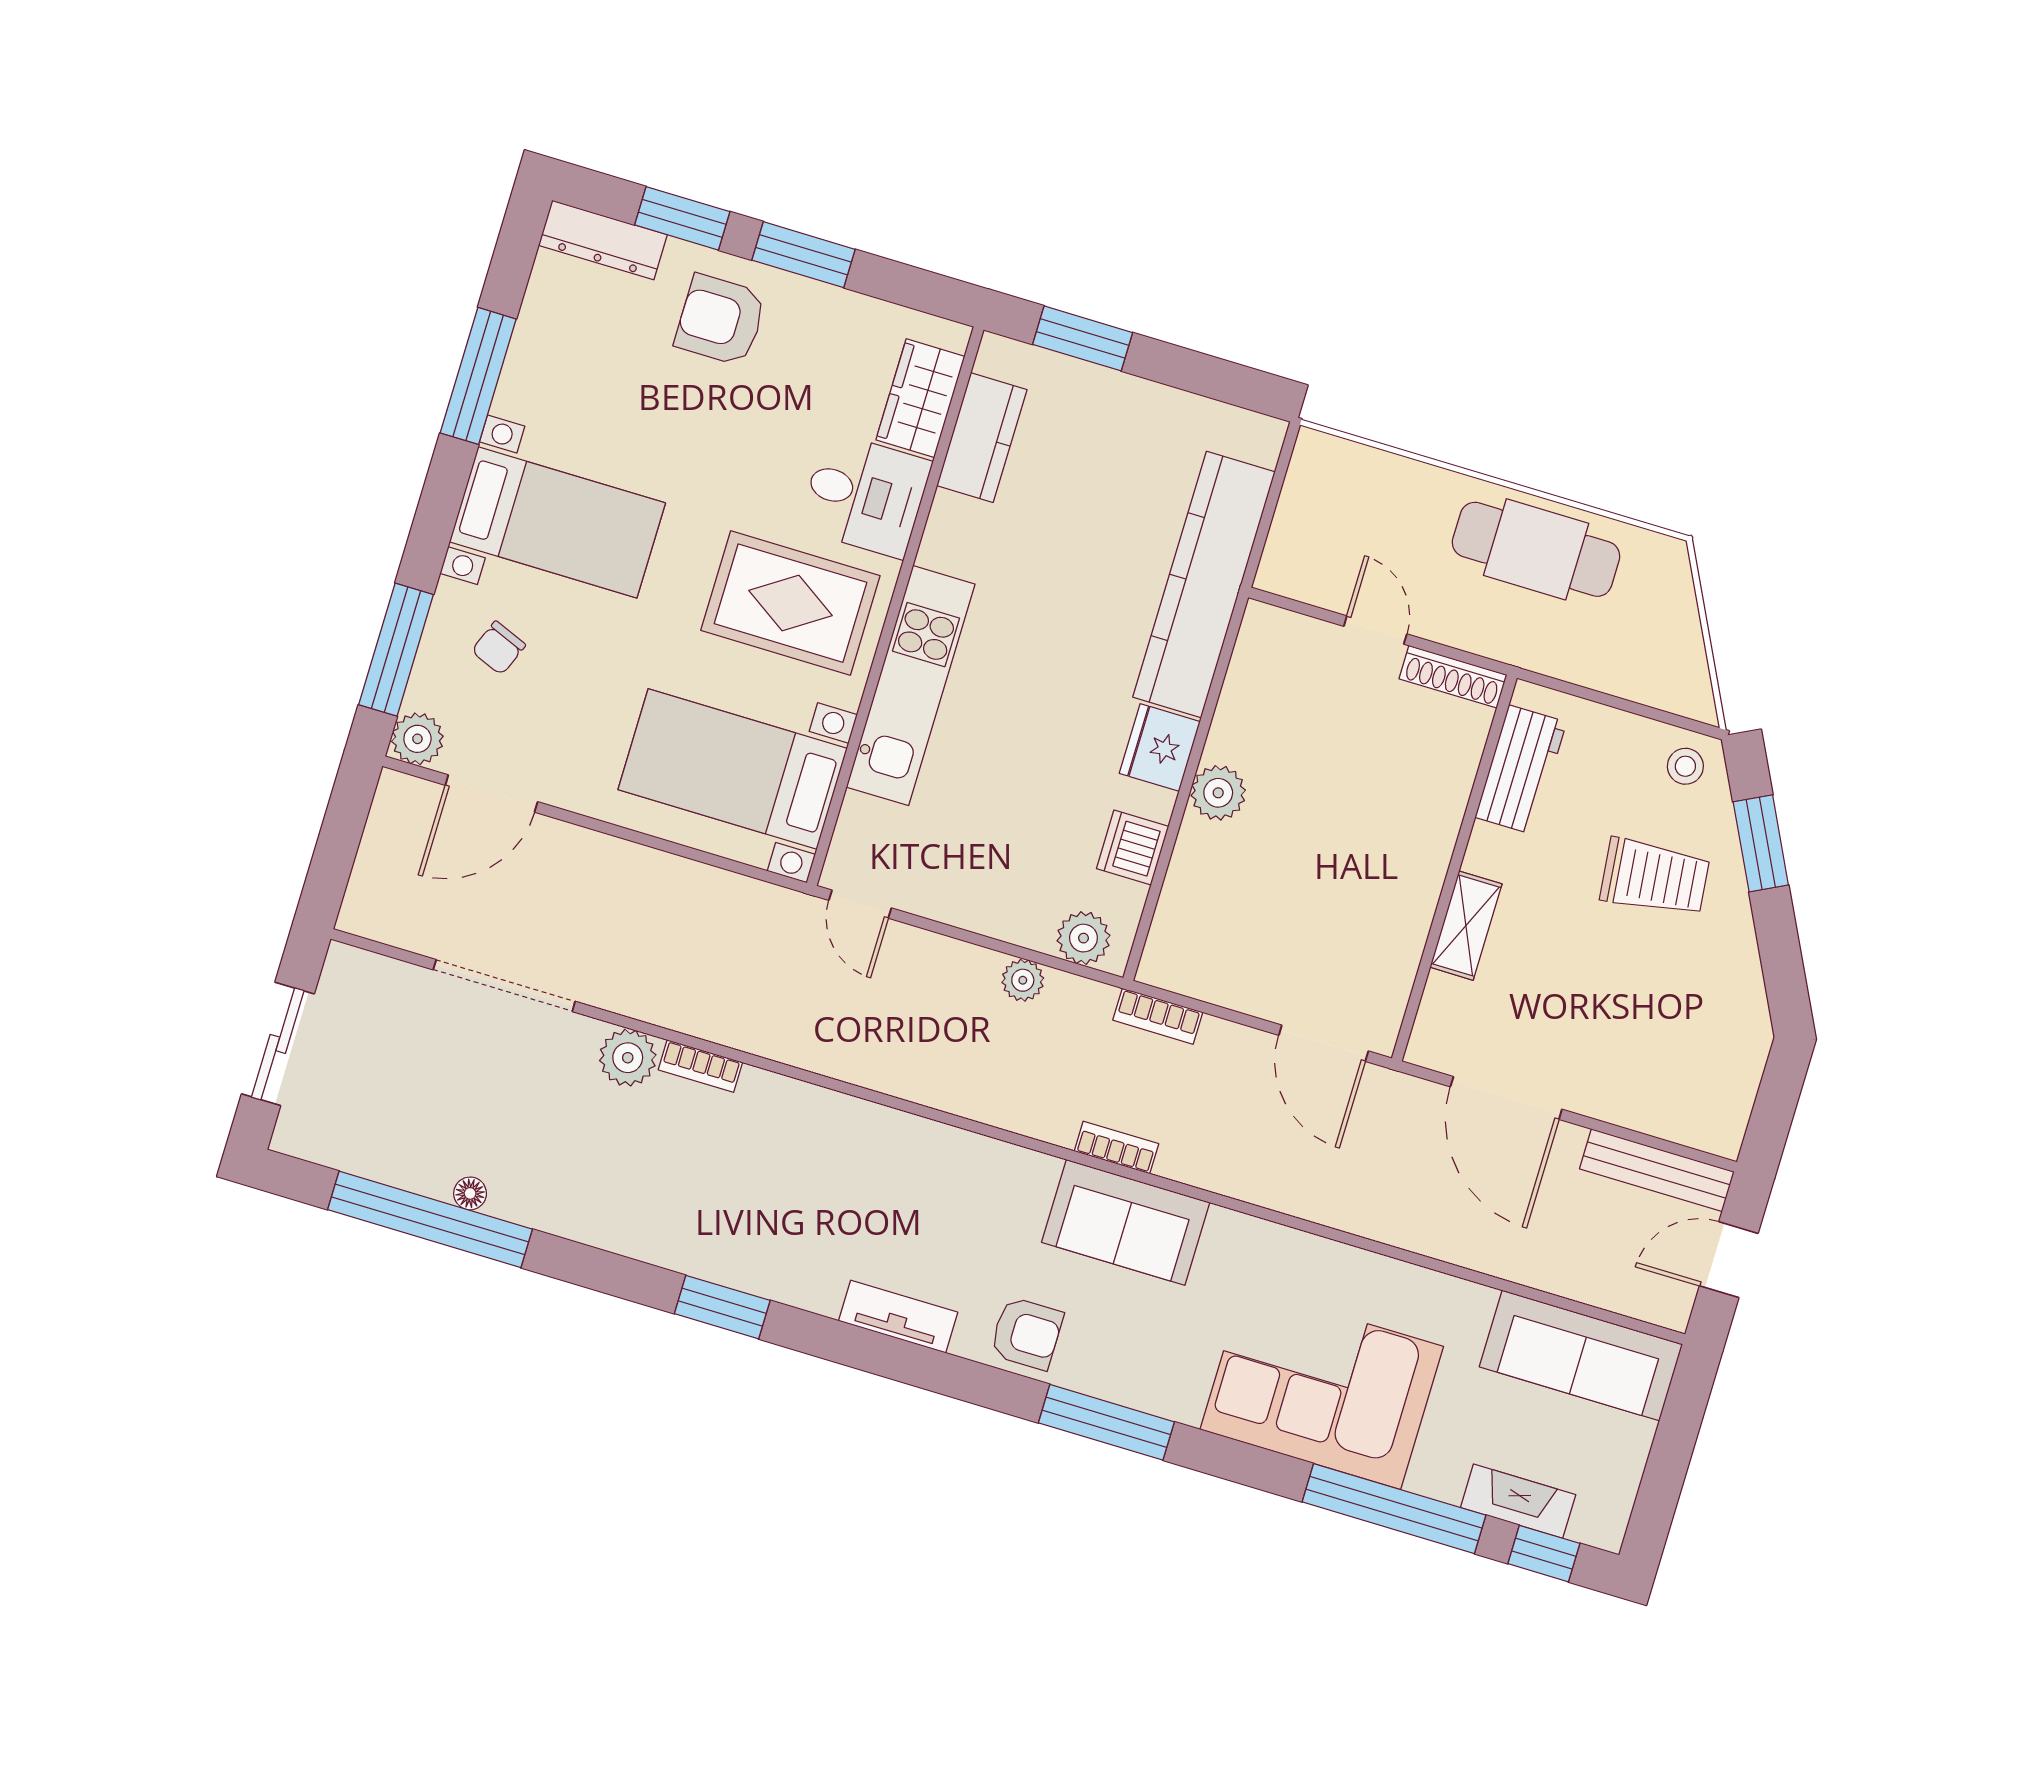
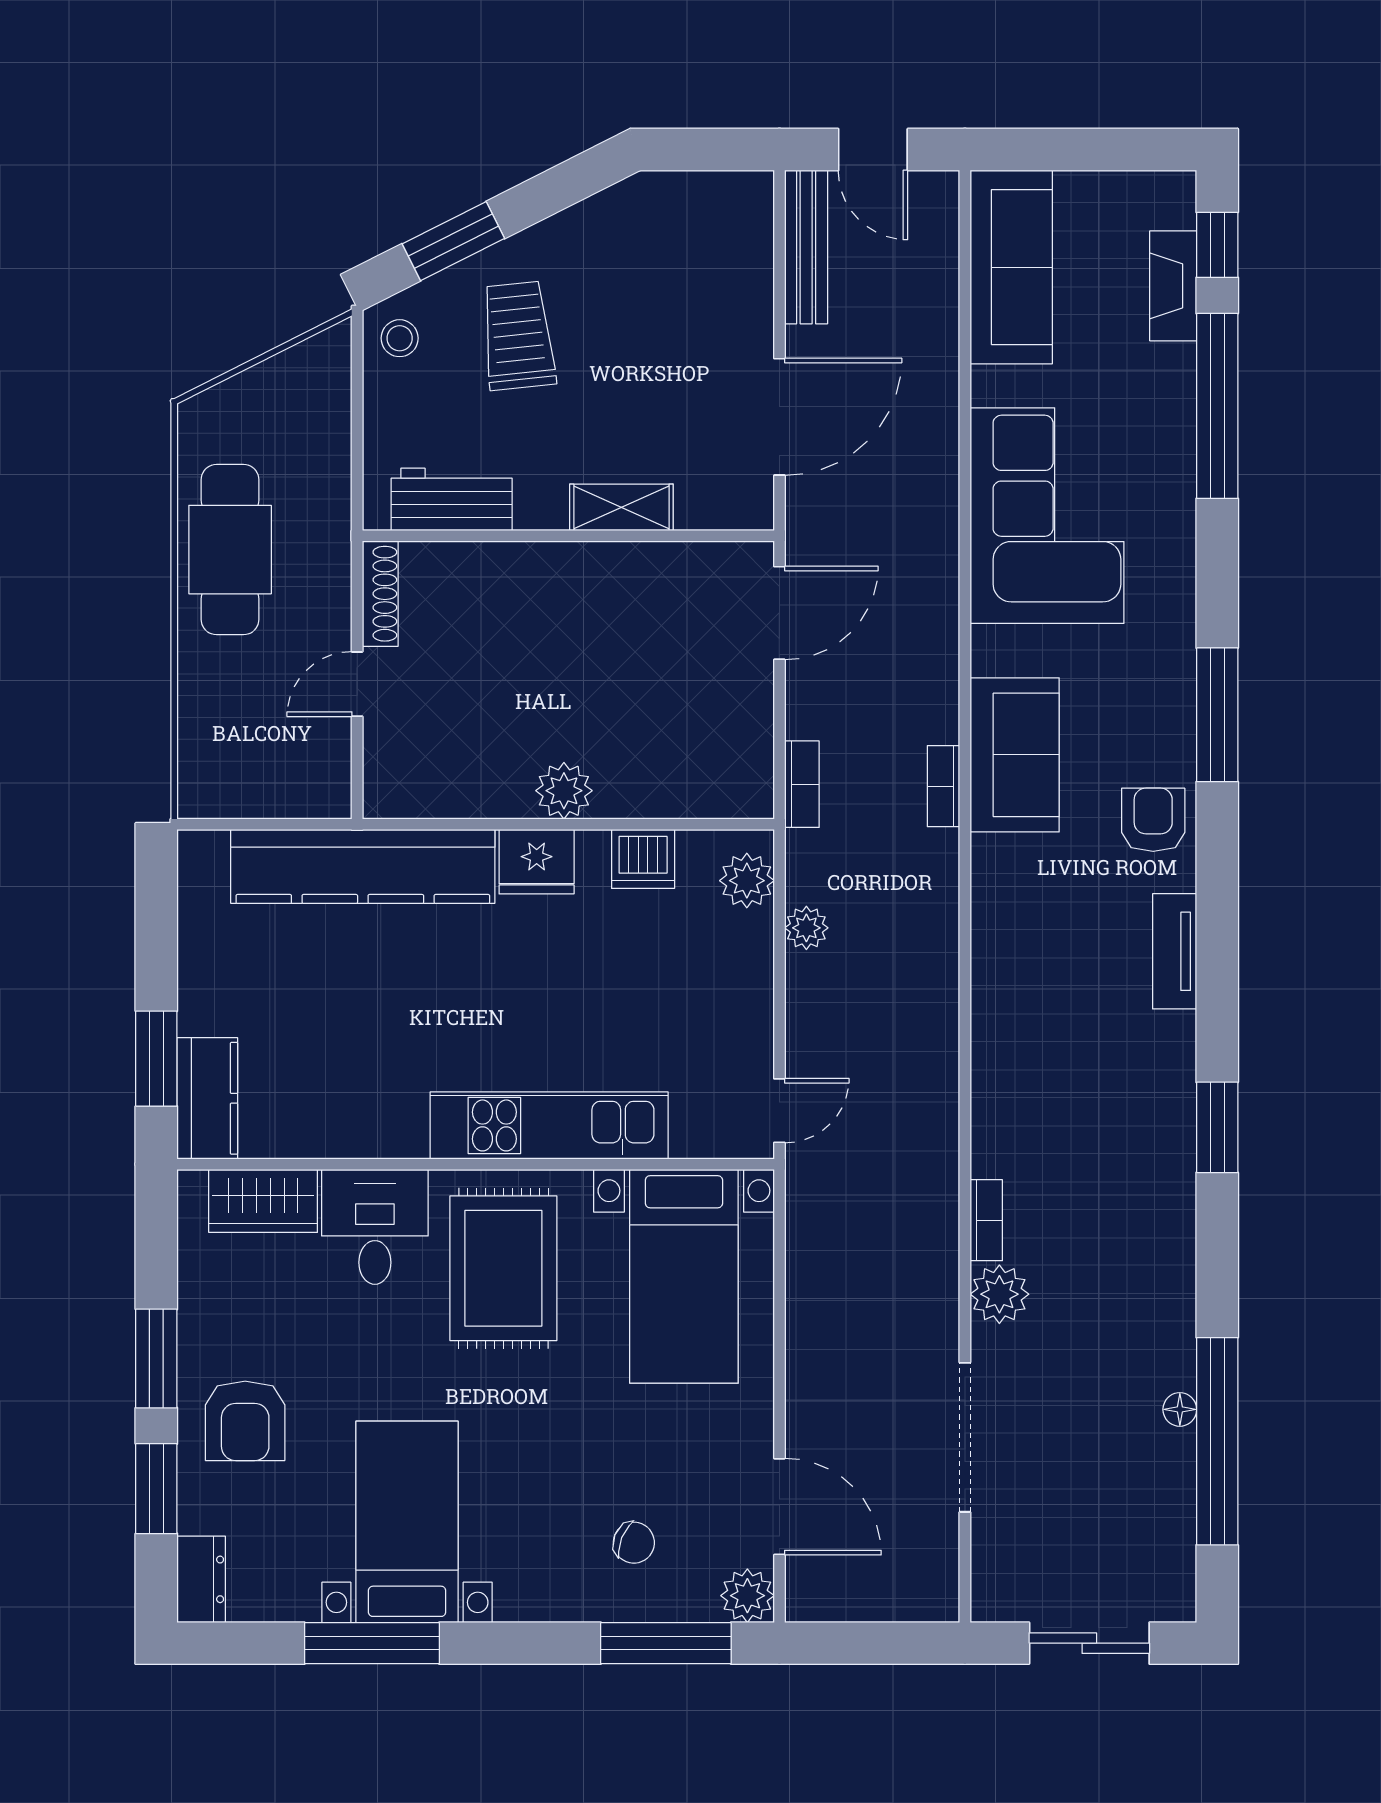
dresser: (603, 240) -> (201, 1579), width x0.70
kitchen counter: (982, 438) -> (207, 1098), moved, turned 90
bed with nightstands: (557, 522) -> (407, 1522), moved
corner sofa: (1322, 1388) -> (1047, 516), moved, turned 180

